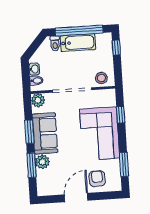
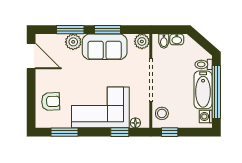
washing machine: (102, 39) -> (206, 116), added
window: (116, 48) -> (170, 132), moved
floor lamp: (111, 101) -> (135, 123), added
door: (76, 198) -> (31, 56), moved

